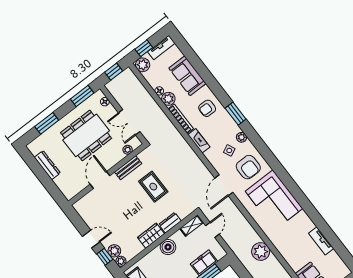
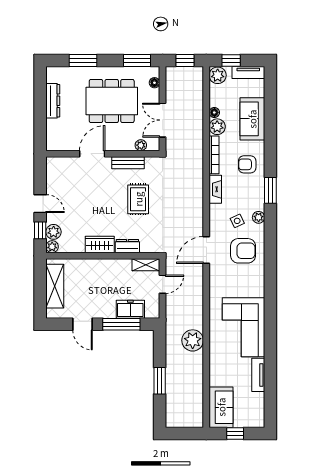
armchair: (248, 167) -> (243, 251), turned -90
corner sofa: (274, 200) -> (243, 327), moved
boiler: (168, 247) -> (107, 268), removed

